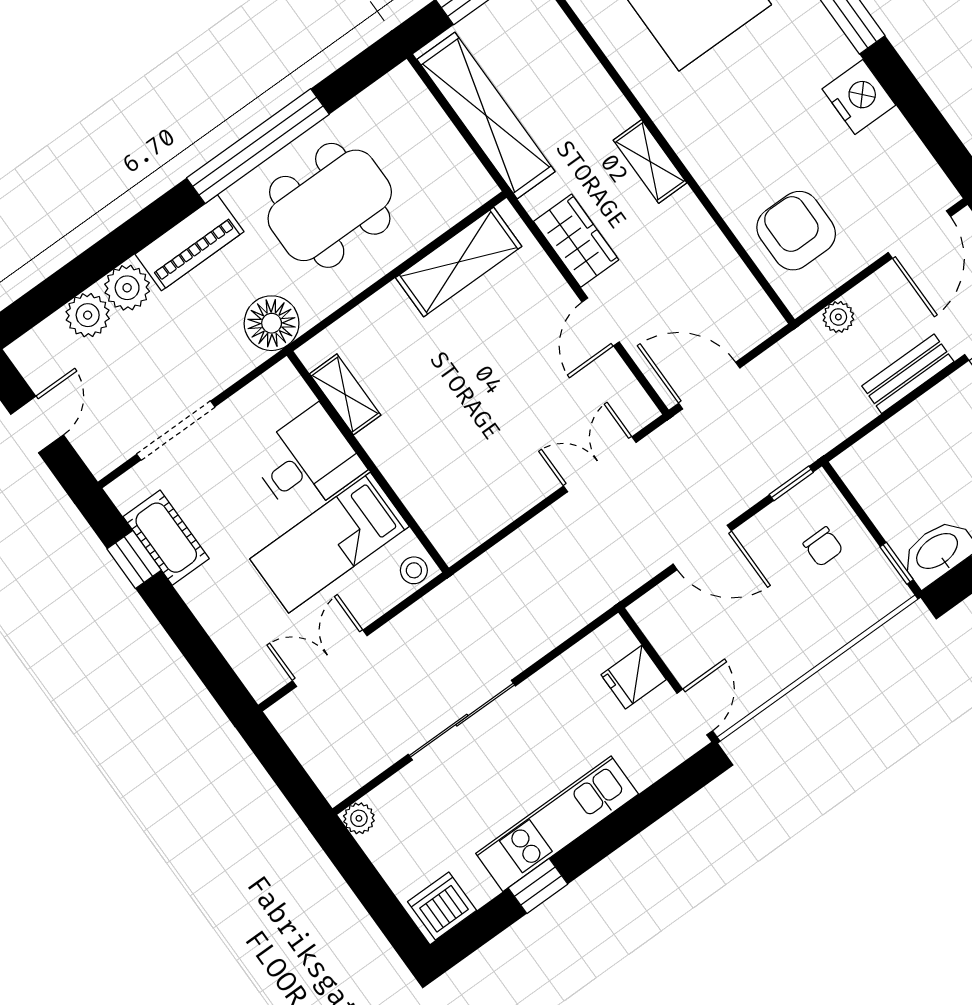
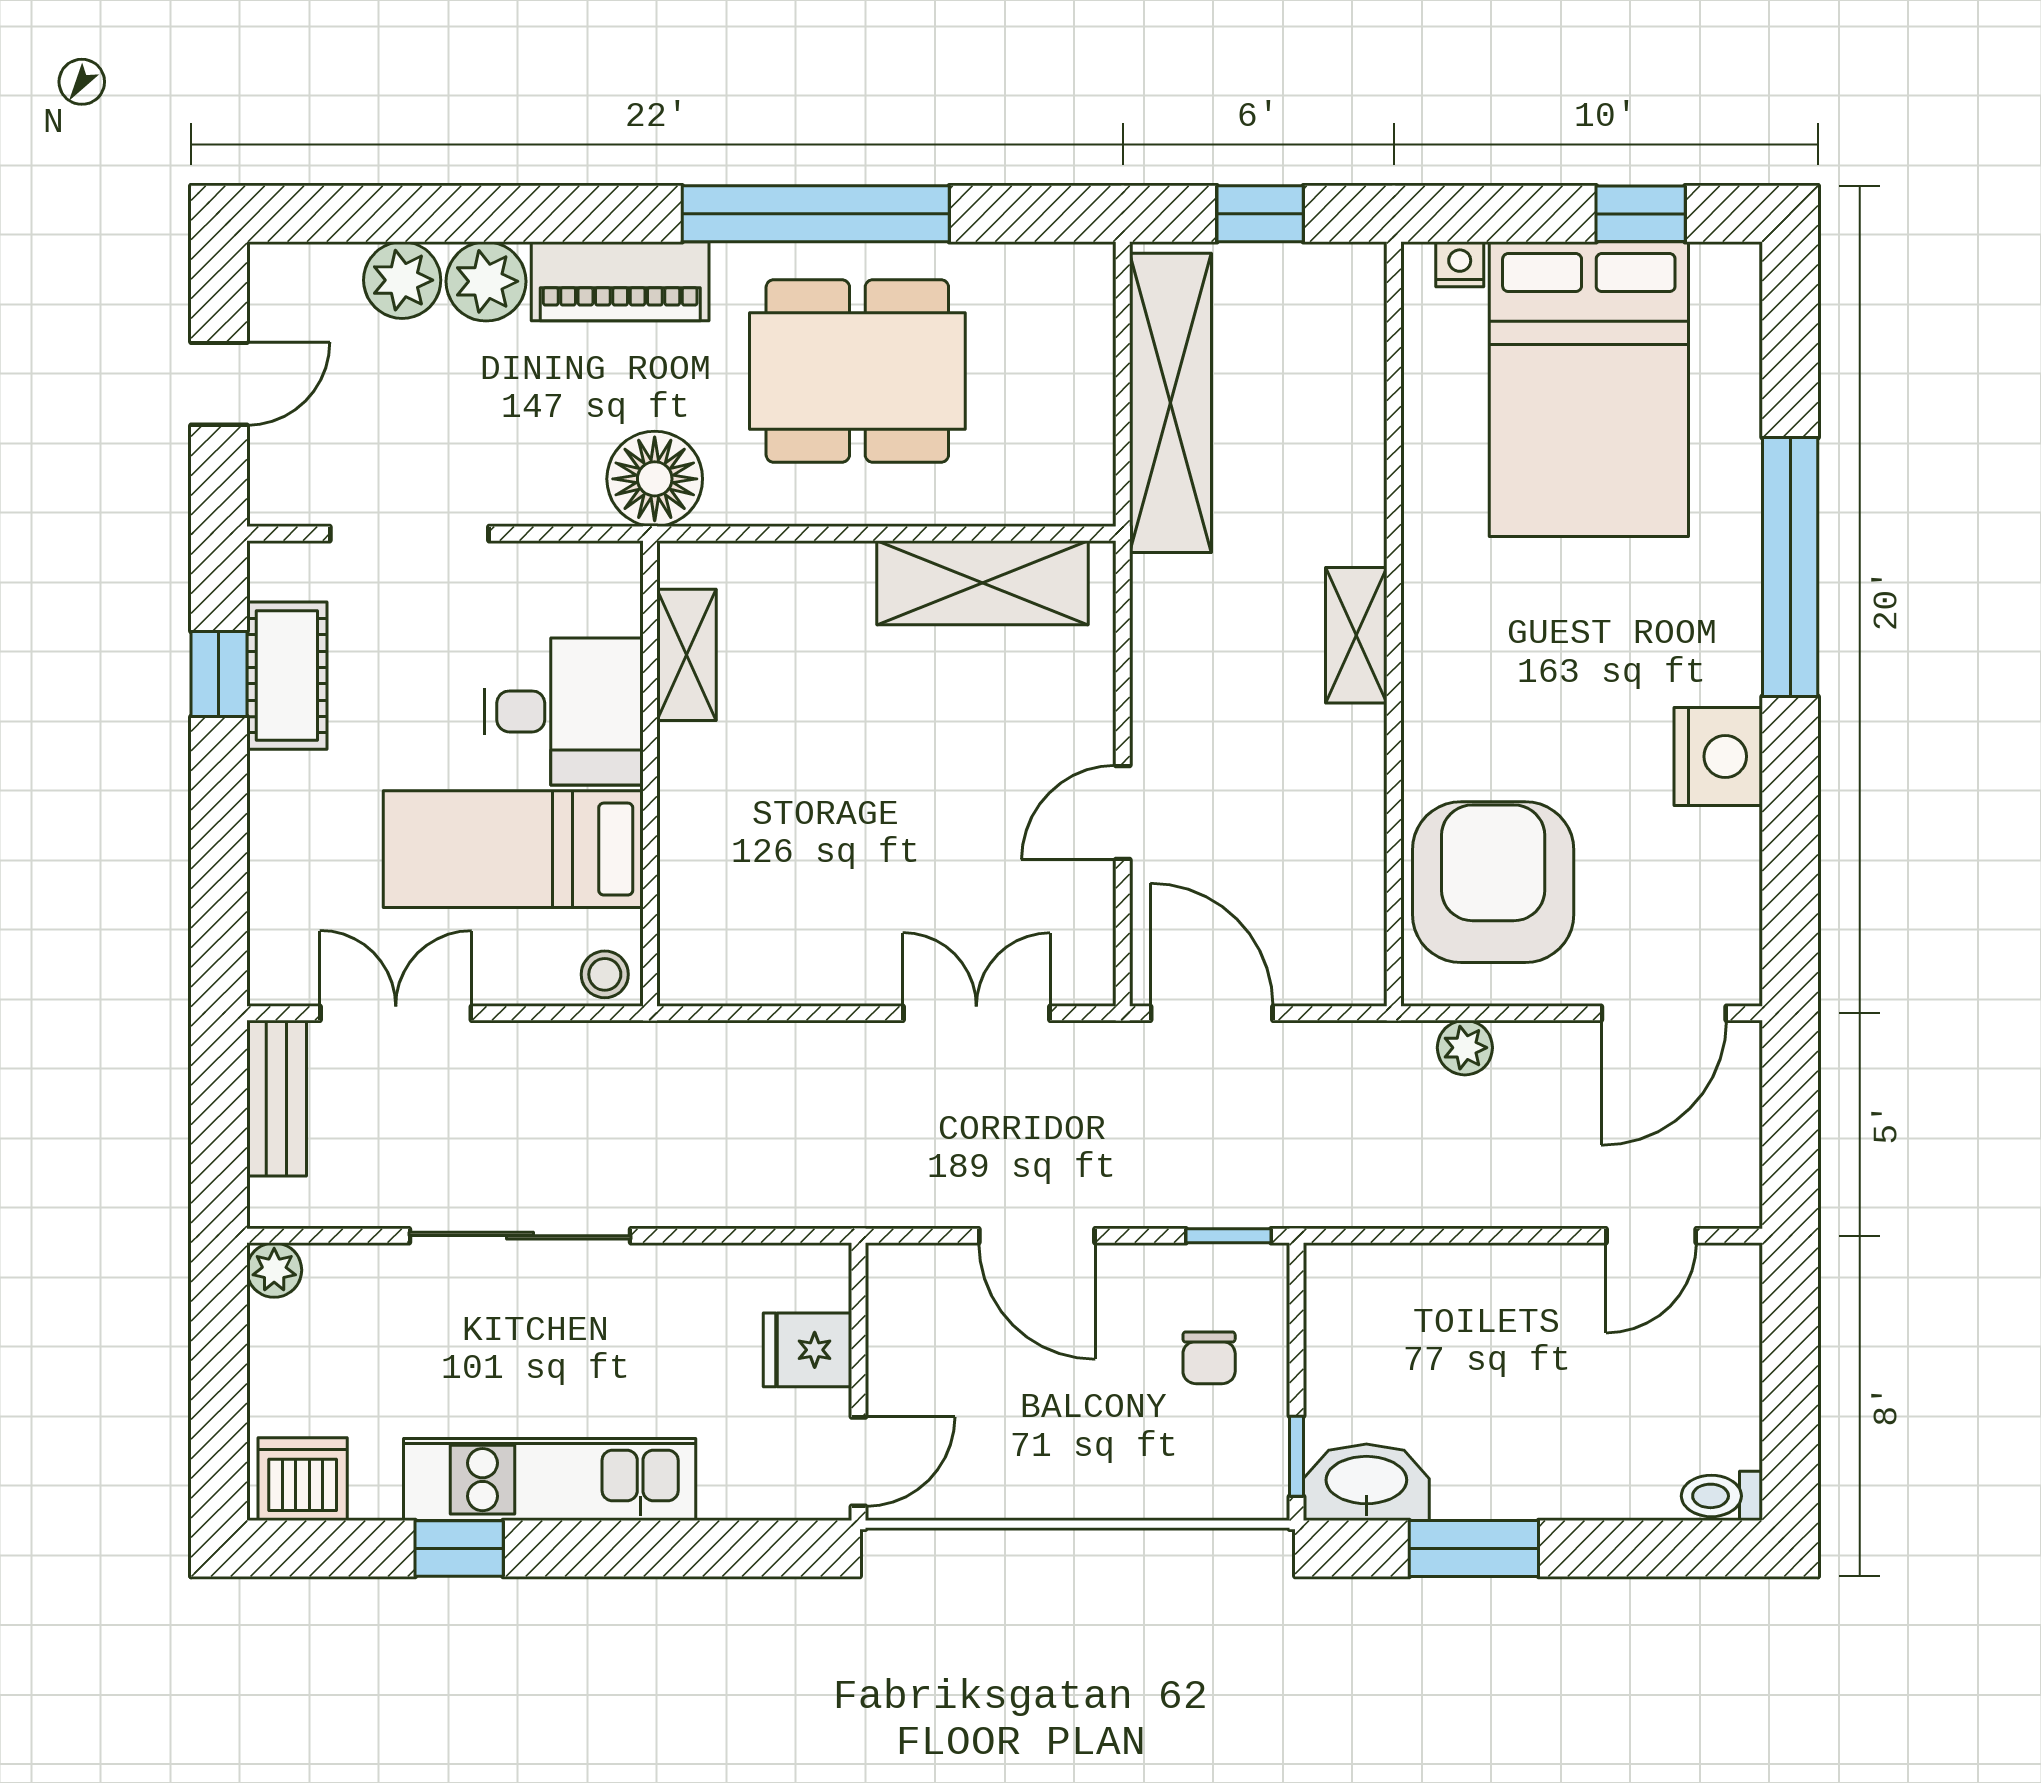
armchair: (796, 231) -> (1493, 882), width x1.36, depth x1.36
wardrobe: (576, 241) -> (1171, 672), removed
bench: (908, 374) -> (277, 1098), moved, turned 90

